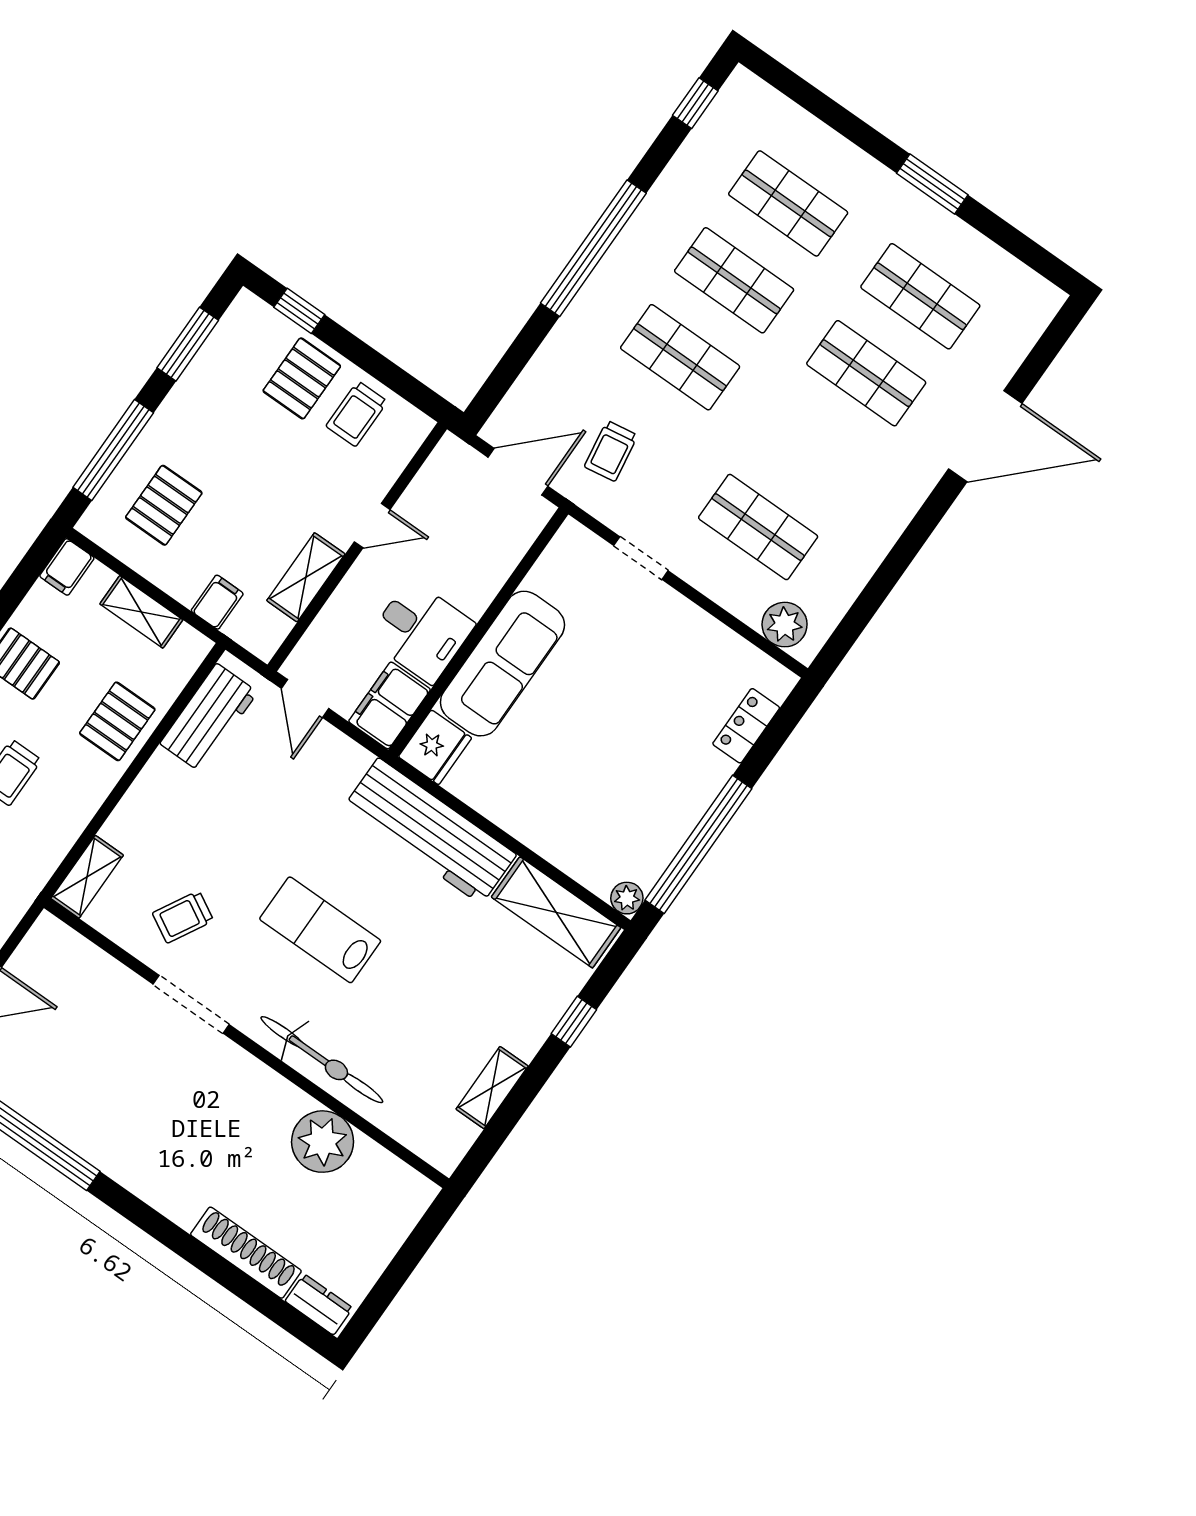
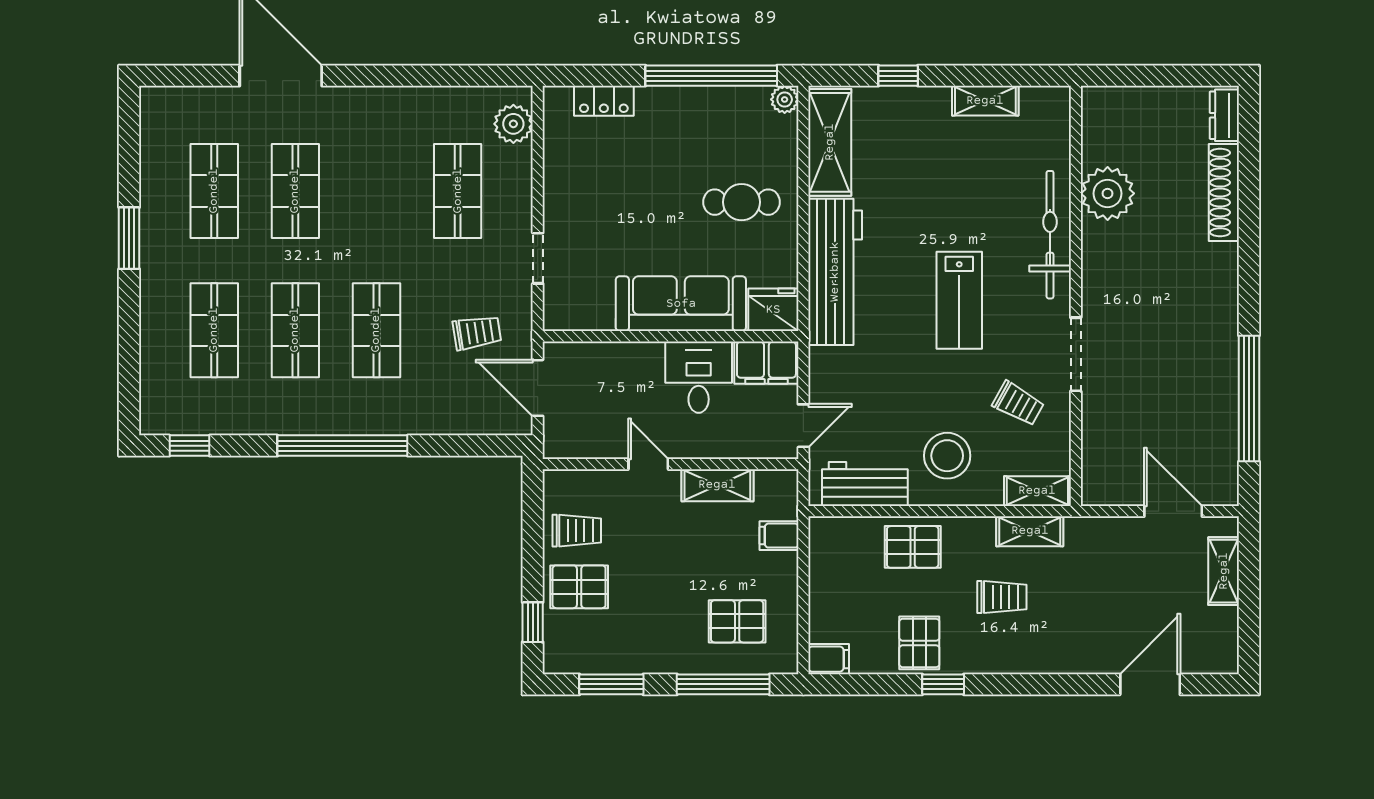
shelving: (141, 612) -> (1030, 531), moved, turned 90
cafe table: (558, 789) -> (742, 202), added
stool: (181, 815) -> (947, 456), added

